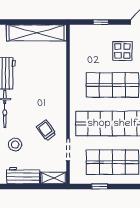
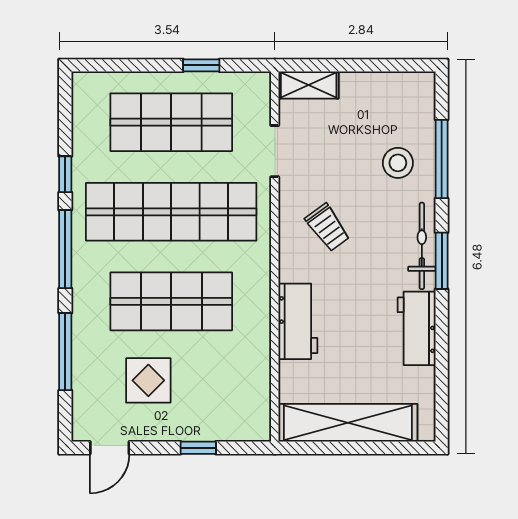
trolley: (46, 130) -> (327, 227), moved
workbench: (23, 175) -> (298, 321), moved, turned -90

